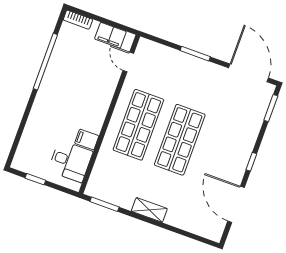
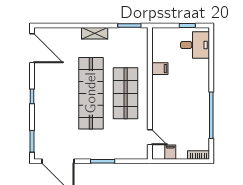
filing cabinet: (110, 35) -> (170, 152), width x0.50
shop shelf: (180, 140) -> (91, 93), width x1.40
desk: (70, 161) -> (195, 45), moved, turned 180
door: (236, 204) -> (32, 48), moved

